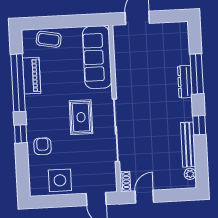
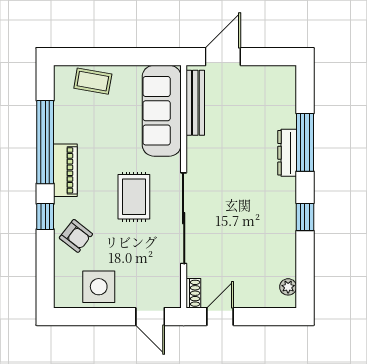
piano: (32, 76) -> (65, 170), moved
bench: (188, 145) -> (195, 103), moved
armchair: (42, 146) -> (76, 236), turned 128

